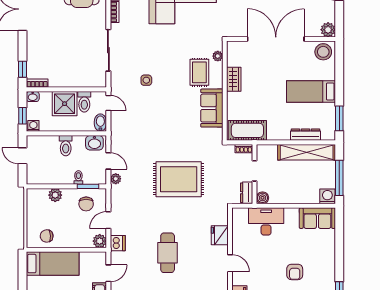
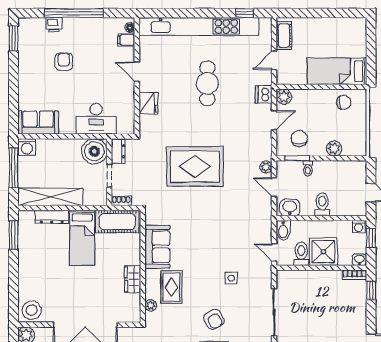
armchair: (162, 44) -> (214, 319), added
bed: (311, 91) -> (82, 238), moved, turned 90
boiler: (263, 198) -> (94, 151), width x1.86, depth x1.86

